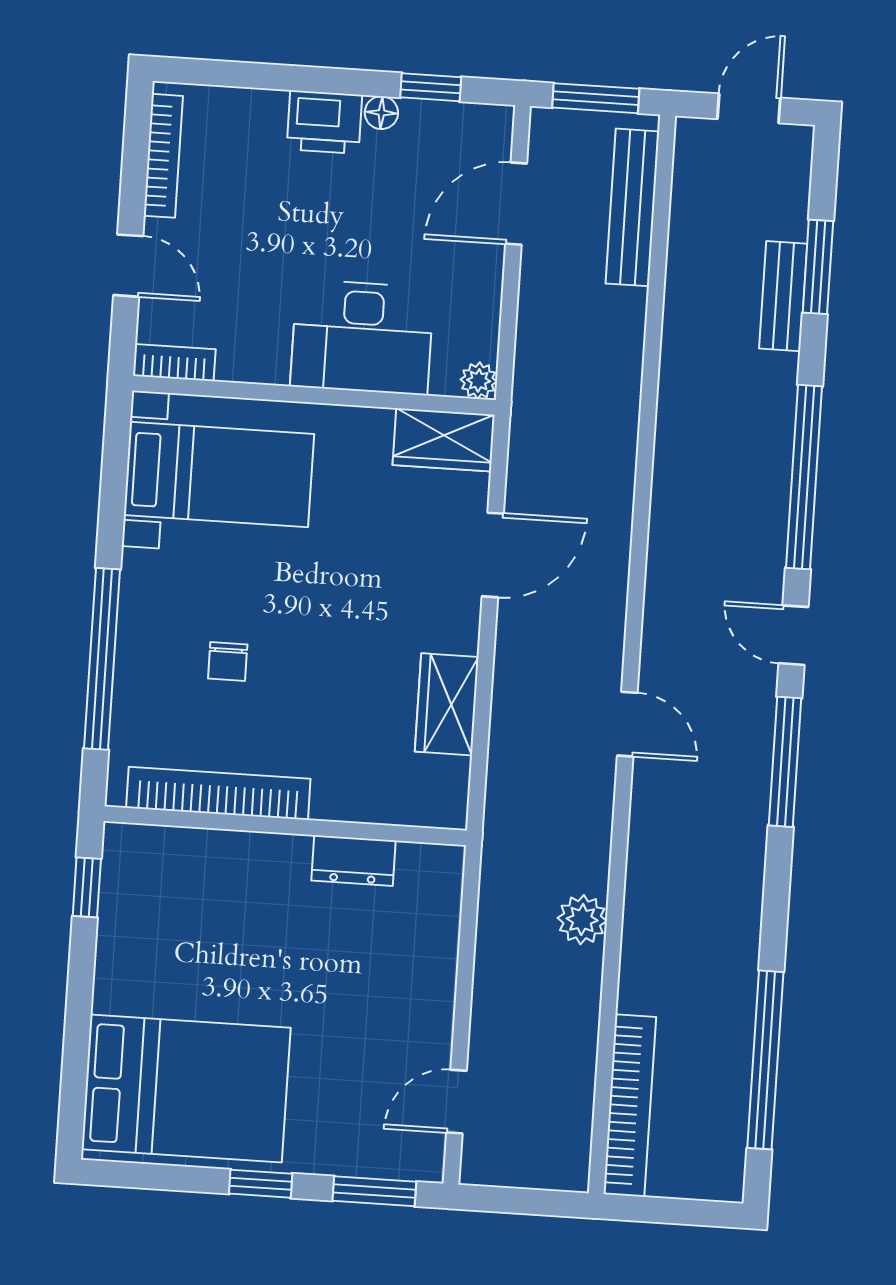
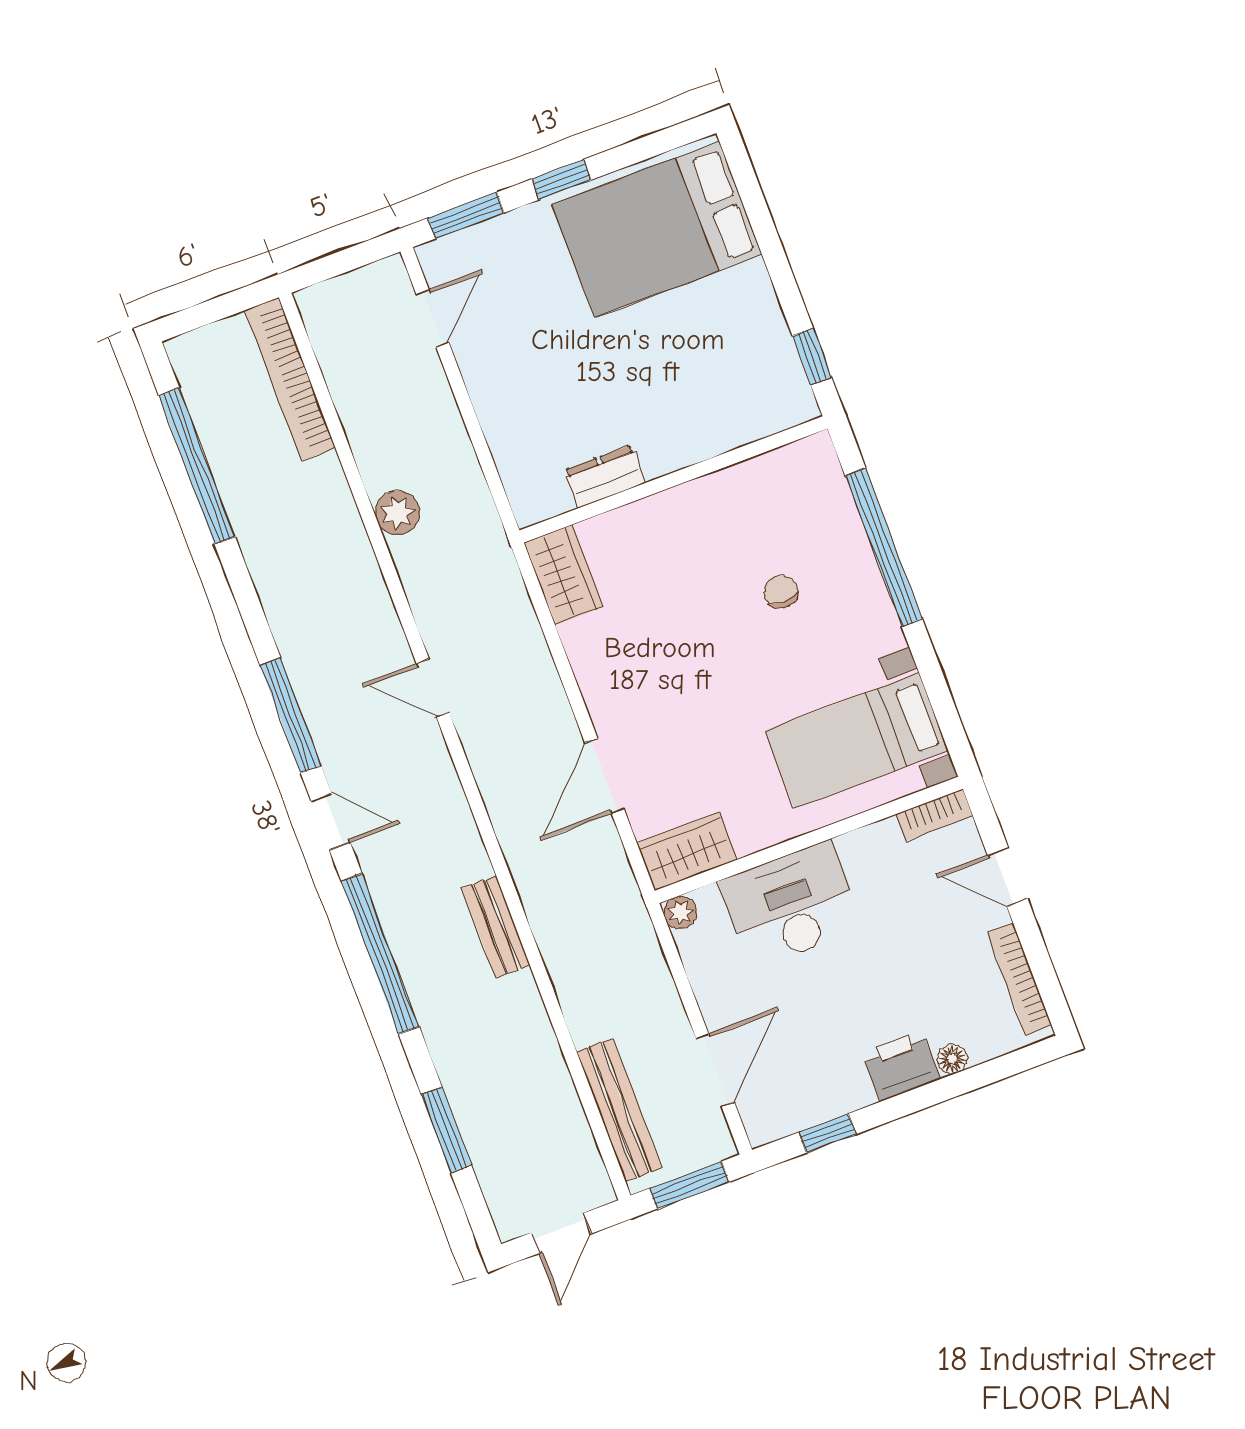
floor lamp: (381, 113) -> (952, 1059), moved
bench: (783, 296) -> (496, 927), moved
wardrobe: (447, 704) -> (563, 575), moved
bookcase: (218, 793) -> (740, 481), removed

